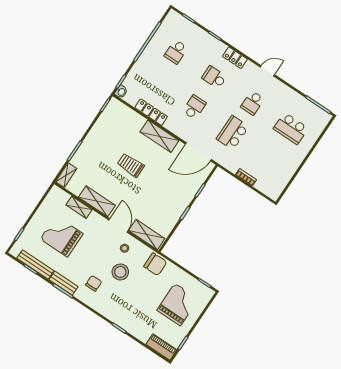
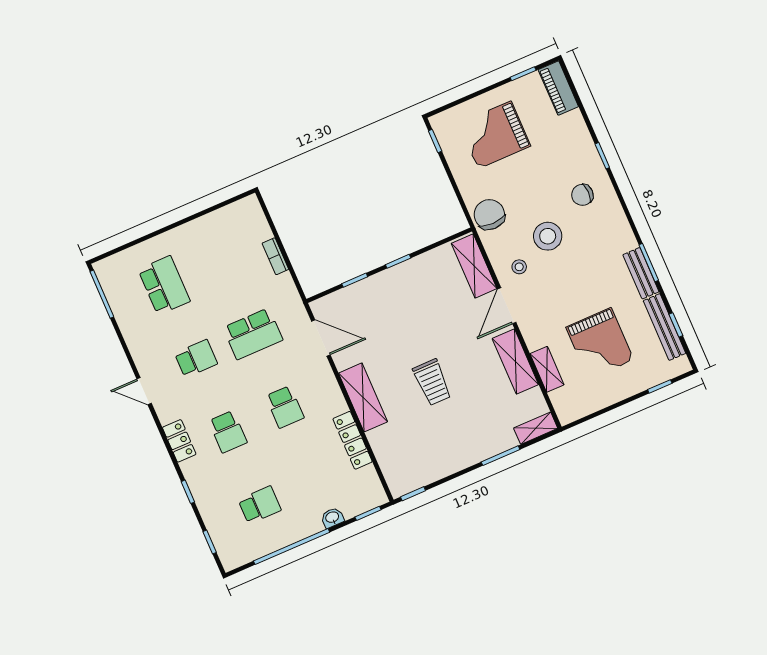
washbasin: (121, 92) -> (332, 518), moved
school desk: (194, 107) -> (285, 407), turned -90
door: (198, 152) -> (321, 338), width x0.73
chair: (94, 283) -> (582, 195), moved

